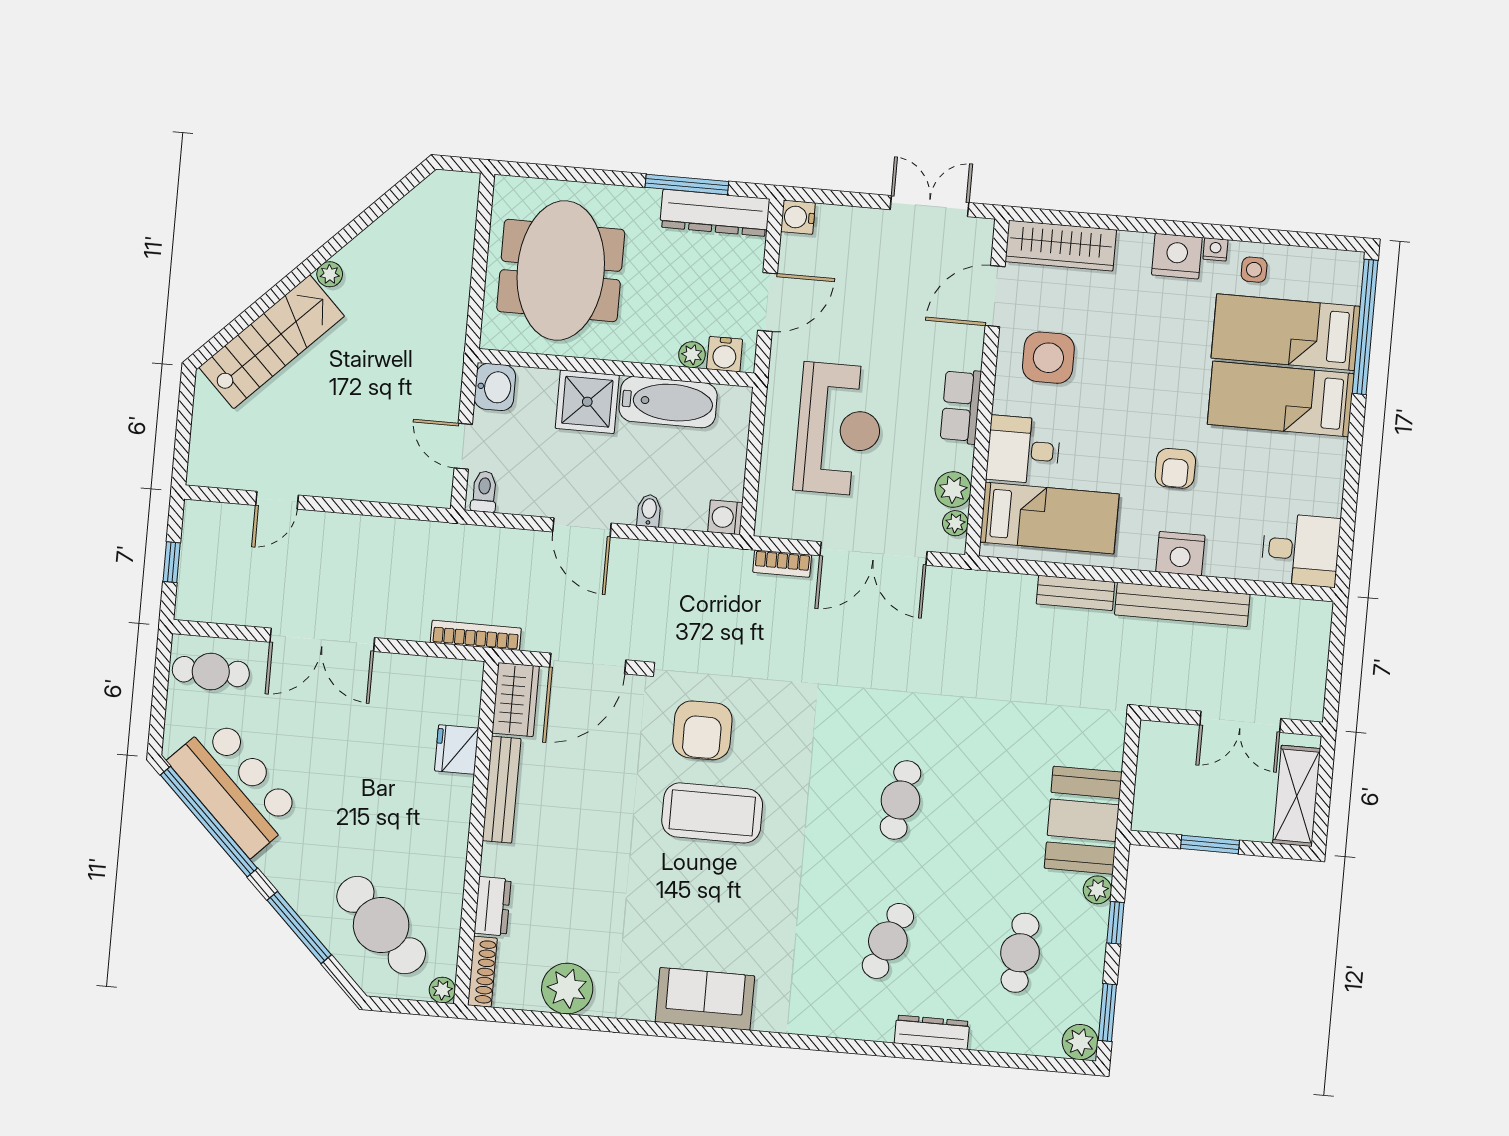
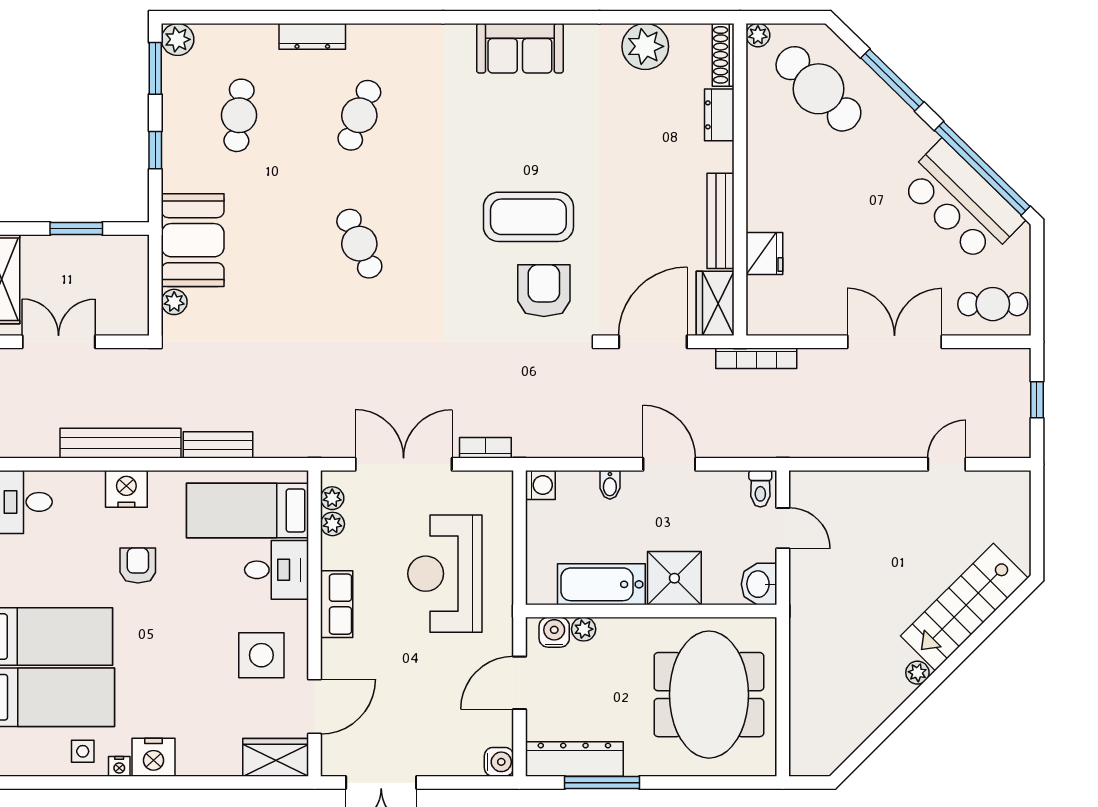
wardrobe: (1061, 246) -> (276, 757), width x0.67
plant: (953, 490) -> (332, 524), width x0.73, depth x0.73
cafe table: (900, 800) -> (359, 244), turned -33
plant: (1097, 890) -> (174, 302), moved

